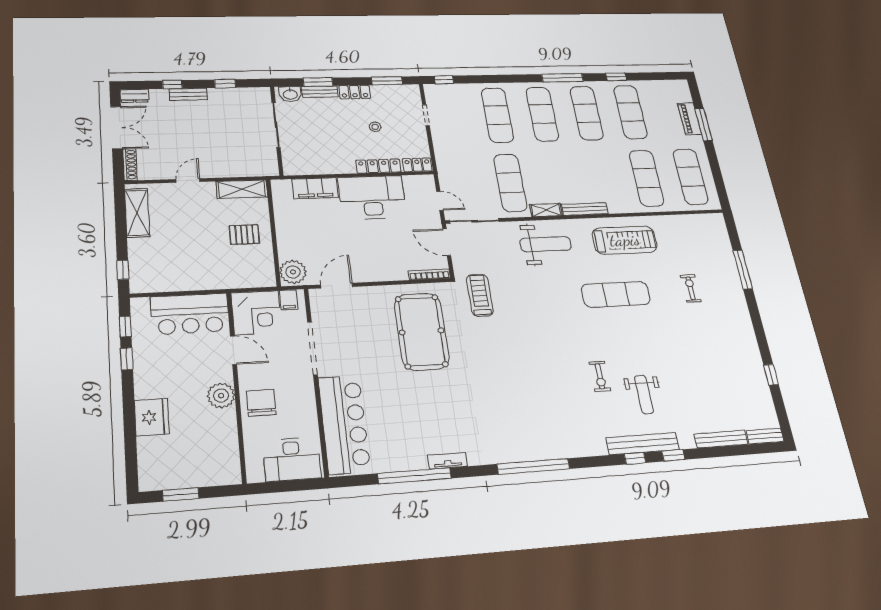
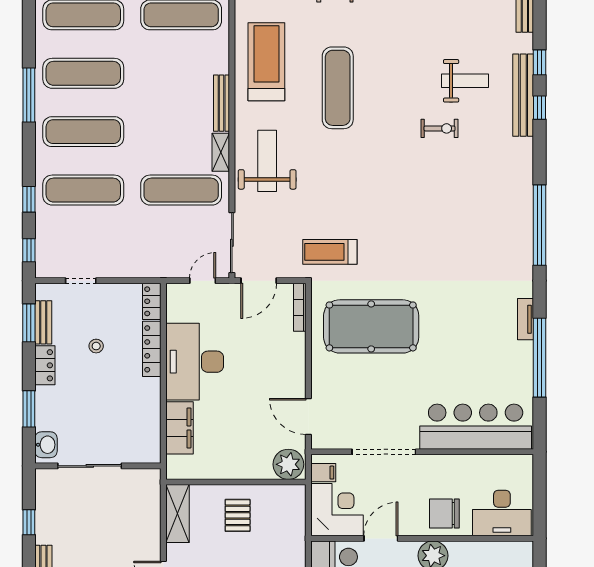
window: (616, 77) -> (29, 199), moved
bench: (320, 92) -> (43, 322), moved
desk: (292, 459) -> (502, 513), moved, turned 90

